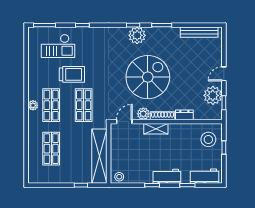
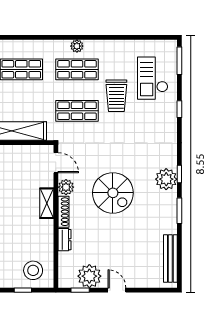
spiral stairs: (148, 77) -> (113, 193), width x0.73, depth x0.73

